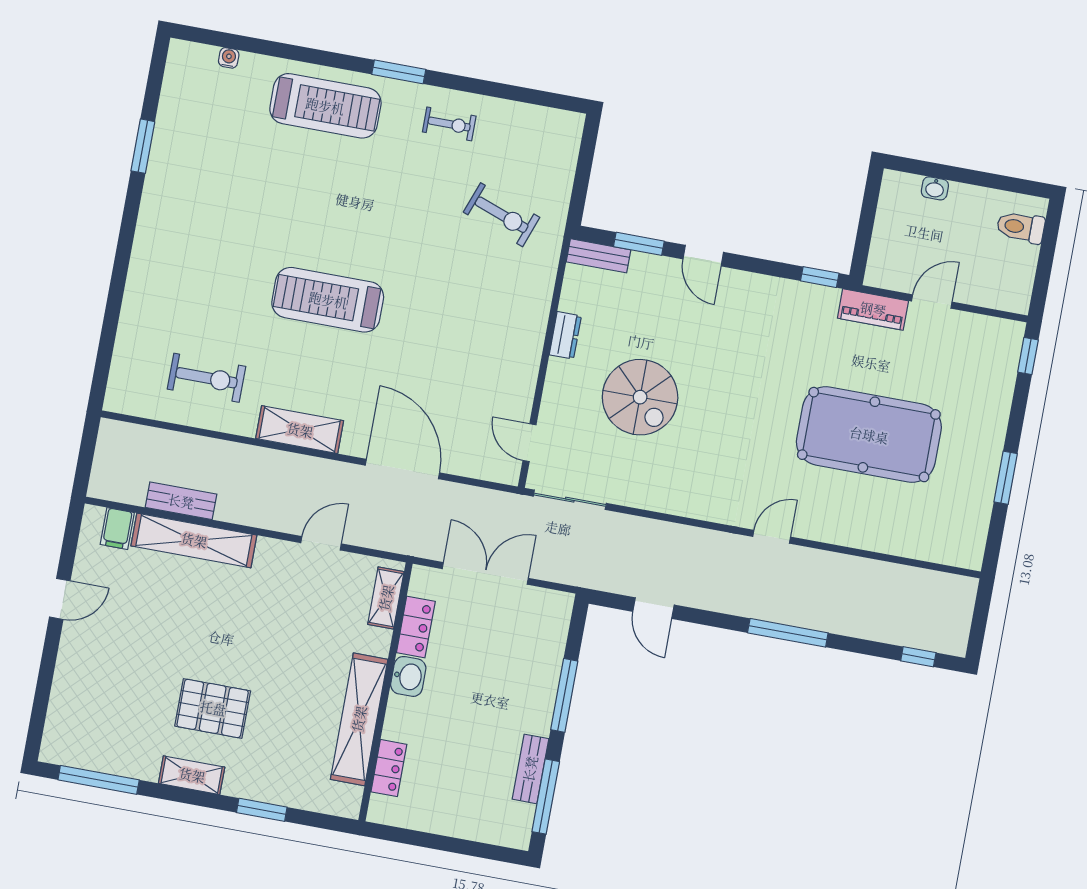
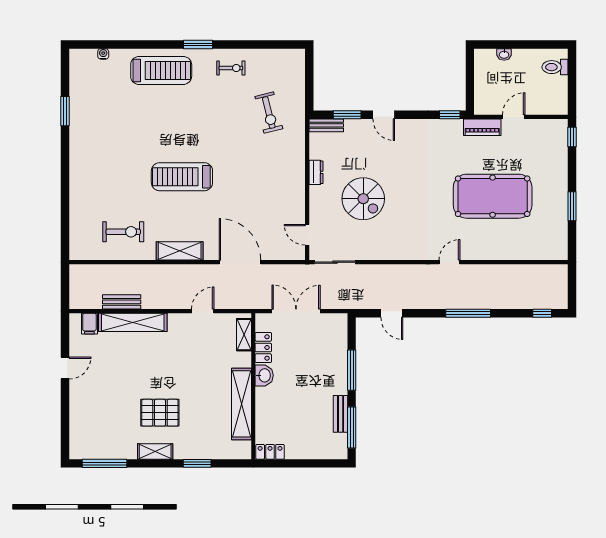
exercise bike: (502, 215) -> (269, 113), turned 56
locker: (389, 768) -> (270, 452), moved, turned -90

